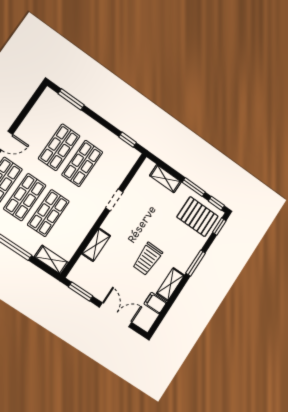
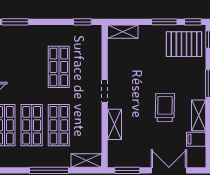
shop shelf: (59, 147) -> (32, 67), removed
shelving: (165, 179) -> (123, 32), moved
doorway: (114, 200) -> (105, 91), moved
trolley: (148, 259) -> (165, 107), turned 180

